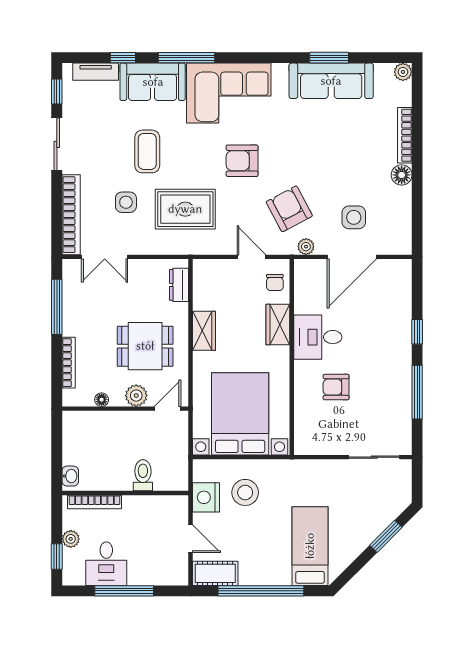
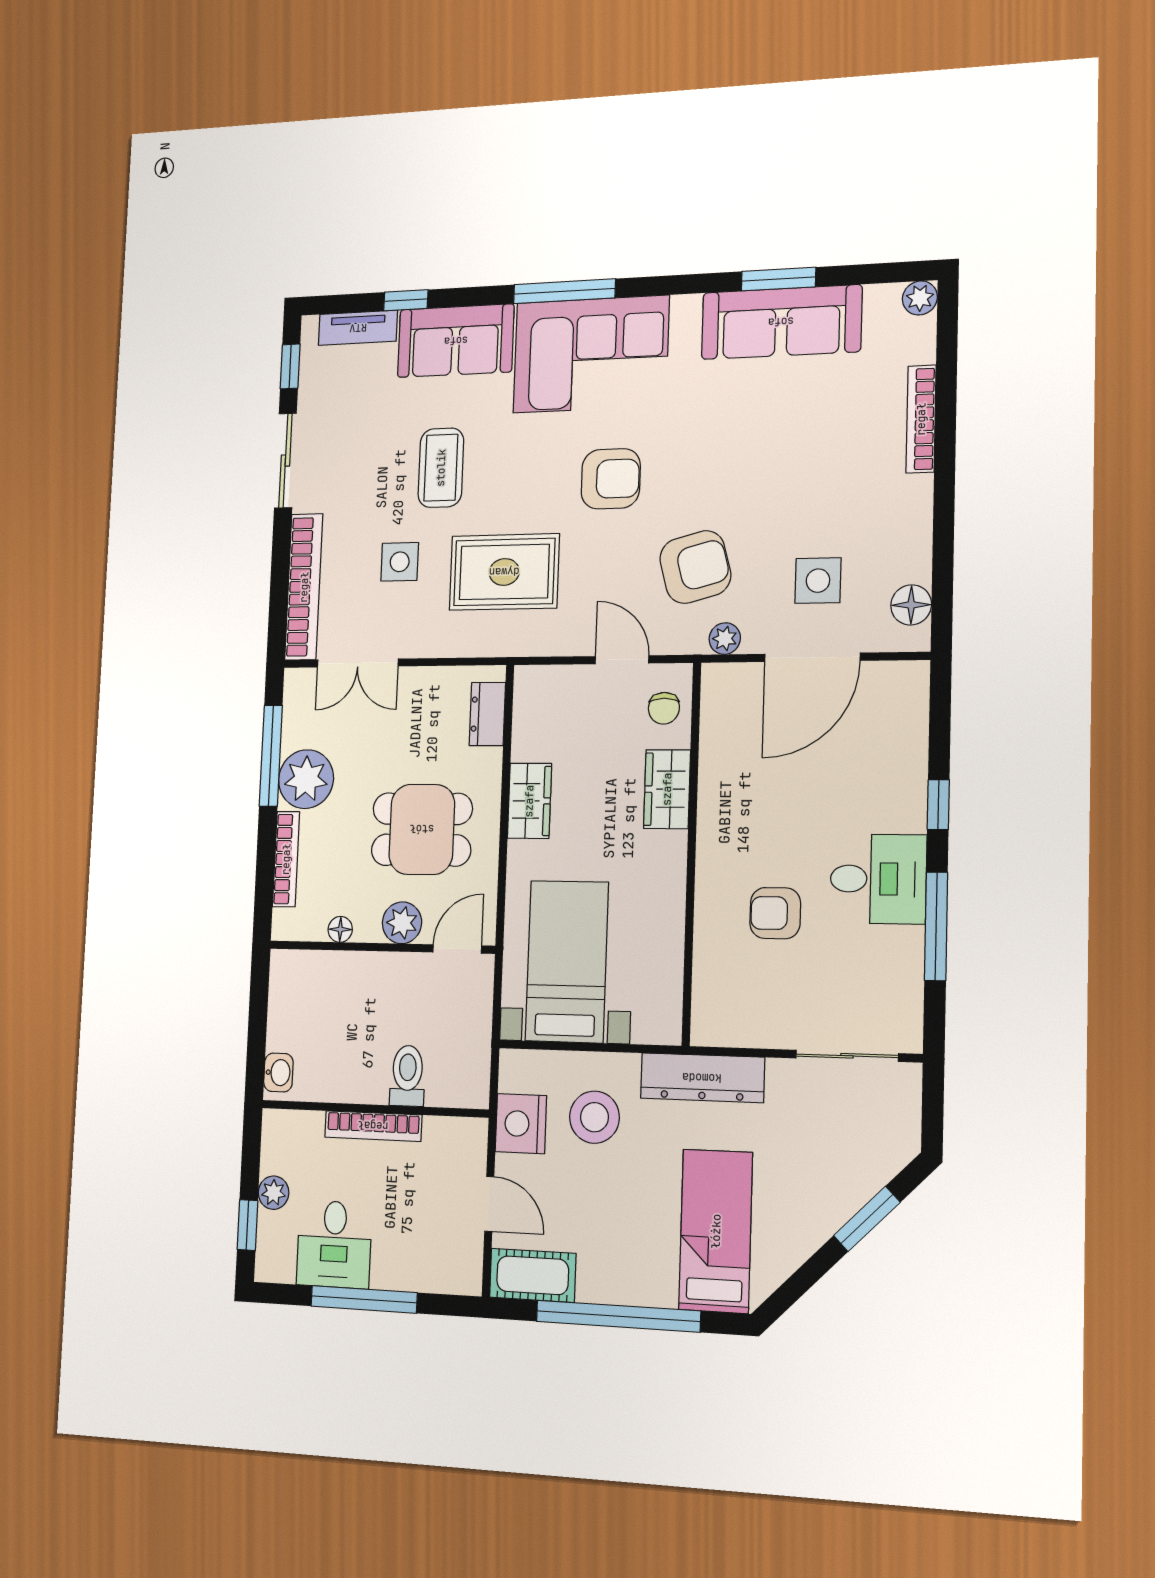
window: (186, 58) -> (564, 291), moved
armchair: (242, 161) -> (611, 479), turned 180
floor lamp: (402, 175) -> (911, 605), moved
armchair: (289, 209) -> (695, 567), turned 103
plant: (78, 320) -> (306, 779), added
desk: (318, 337) -> (878, 879), moved, turned 180
bed with nightstands: (240, 414) -> (567, 961), width x0.73
dresser: (301, 471) -> (702, 1078), added
bookcase: (94, 502) -> (373, 1126), moved

